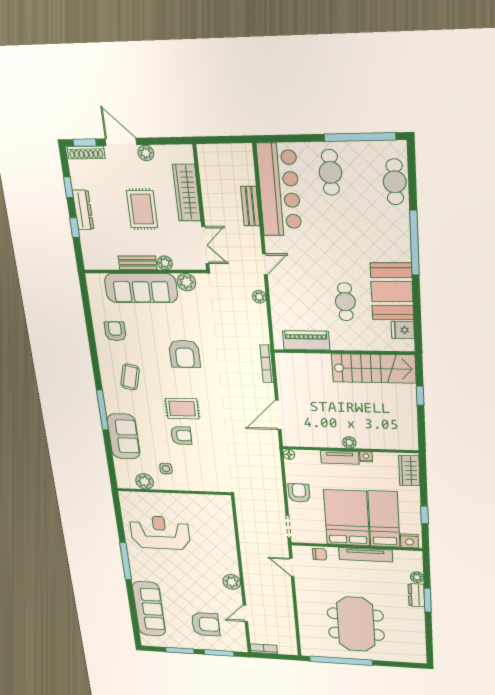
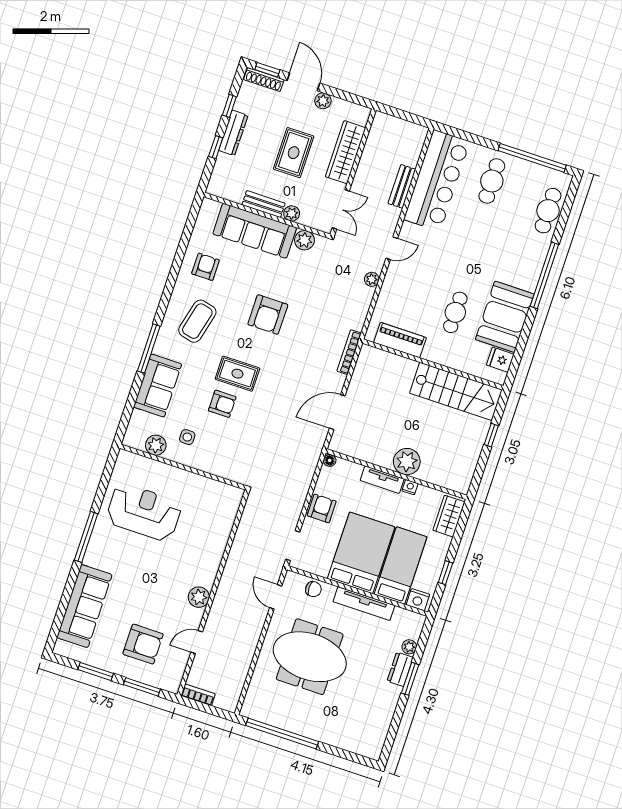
coffee table: (130, 377) -> (197, 321), width x1.36, depth x1.30
plant: (349, 442) -> (407, 462), width x1.87, depth x1.87
meeting table: (356, 624) -> (310, 657), moved, turned 90

